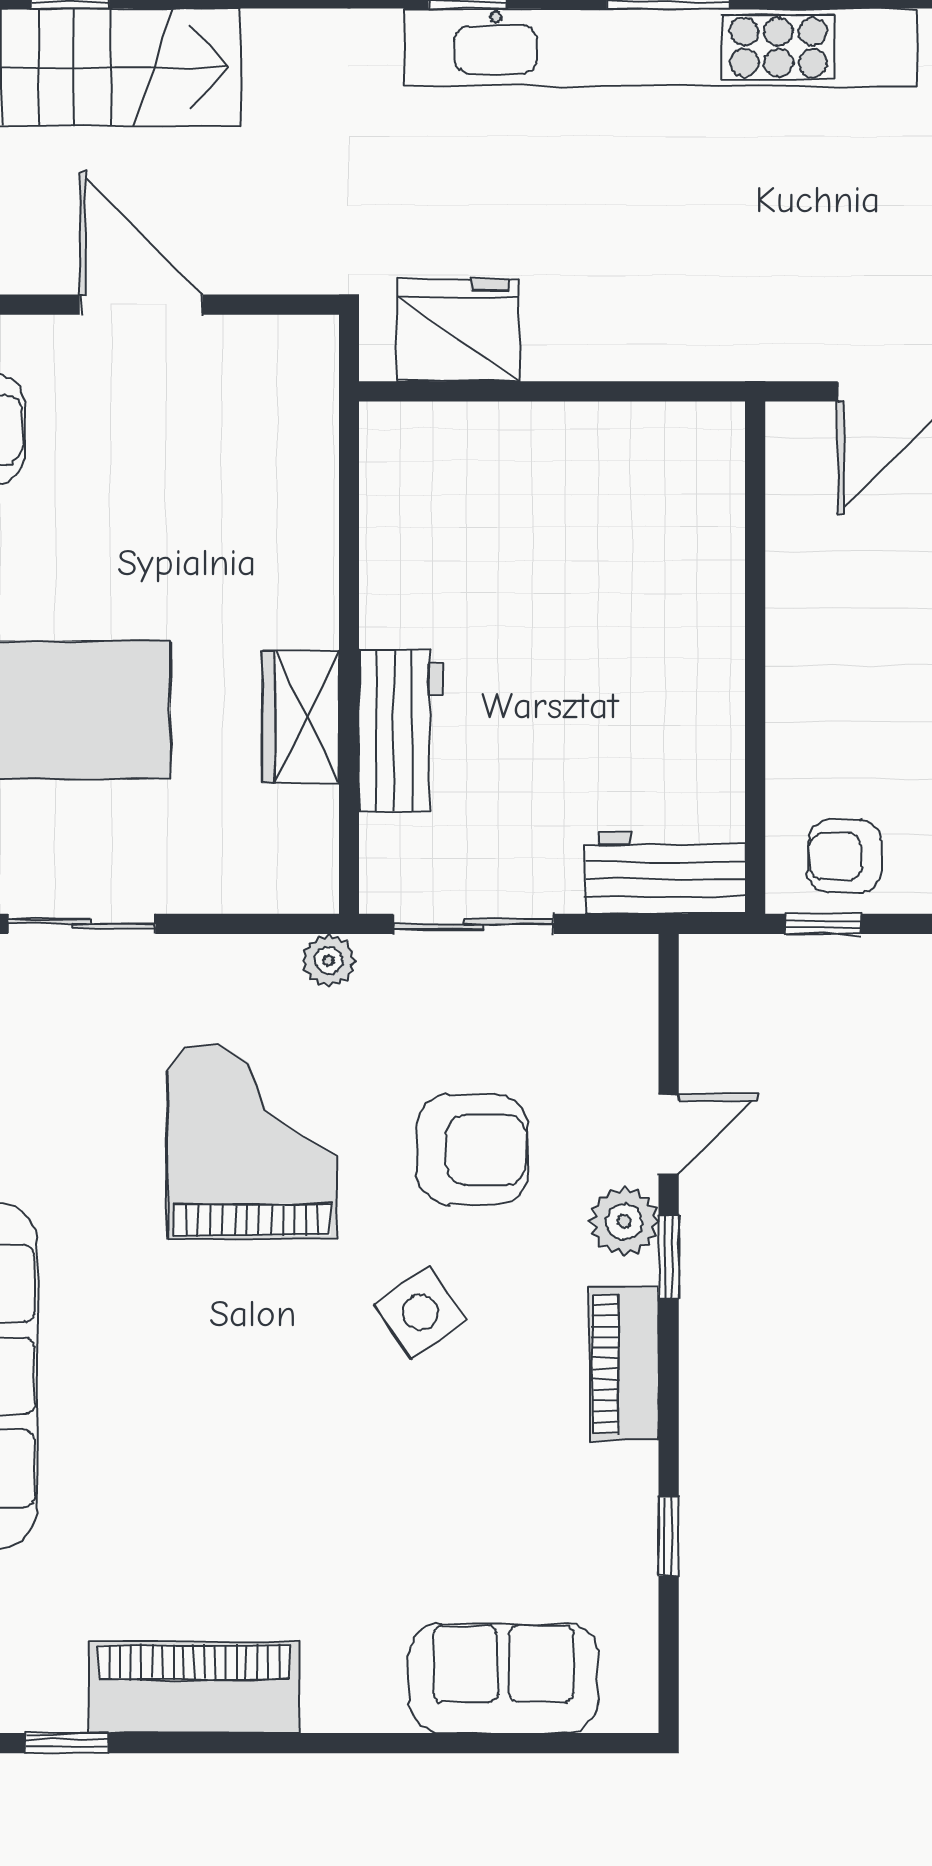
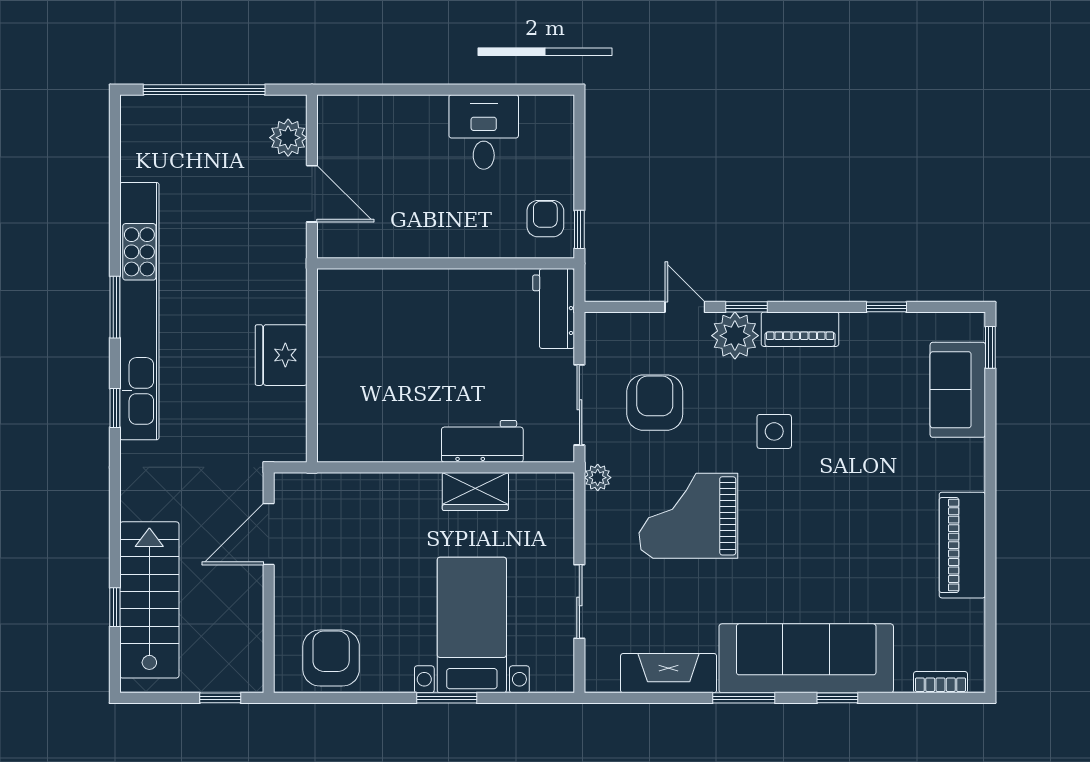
door: (141, 305) -> (269, 534), moved
fridge: (458, 330) -> (281, 355), moved
armchair: (844, 856) -> (545, 219), turned 180
armchair: (473, 1150) -> (655, 403), moved
plant: (624, 1222) -> (735, 336), width x1.36, depth x1.36
side table: (420, 1312) -> (774, 431), turned 34
window: (67, 1743) -> (990, 347), moved

